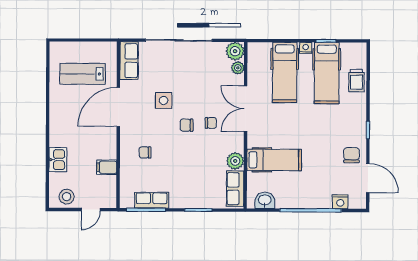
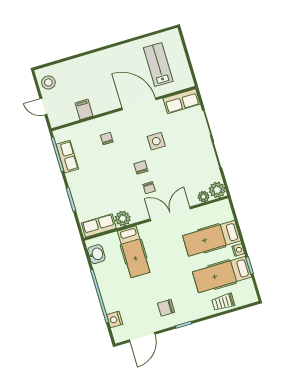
chair: (352, 155) -> (166, 308), moved, turned 180
kitchen sink: (58, 160) -> (78, 65), removed

